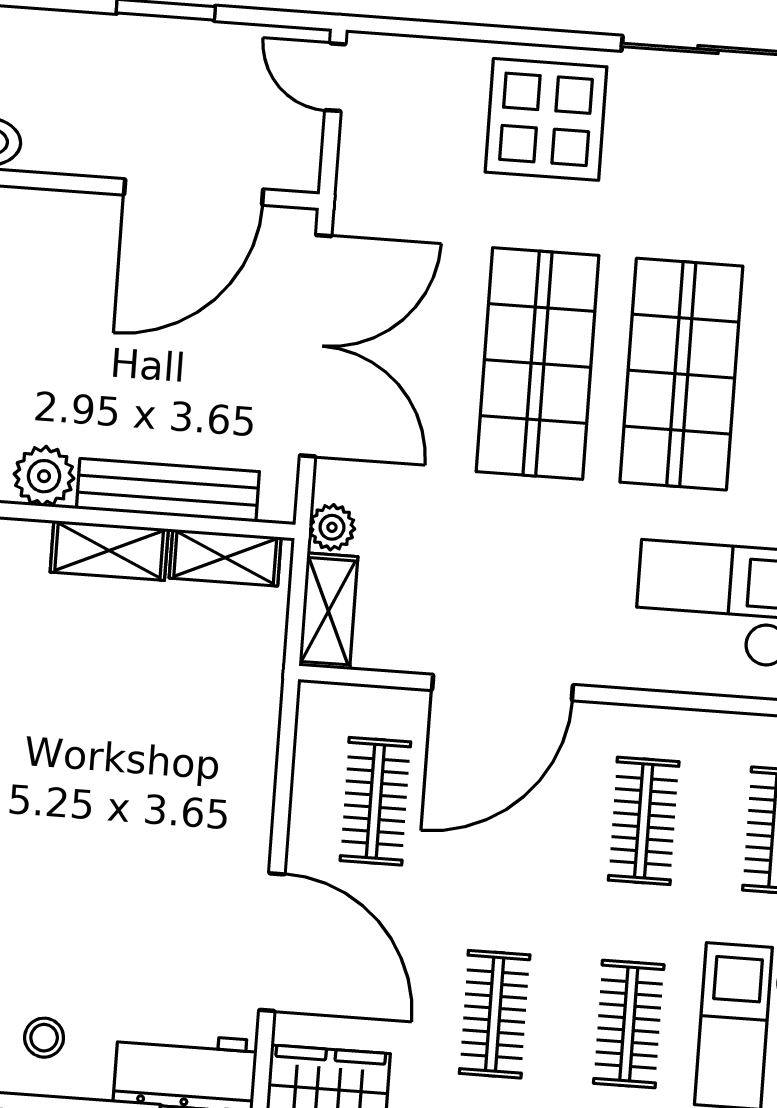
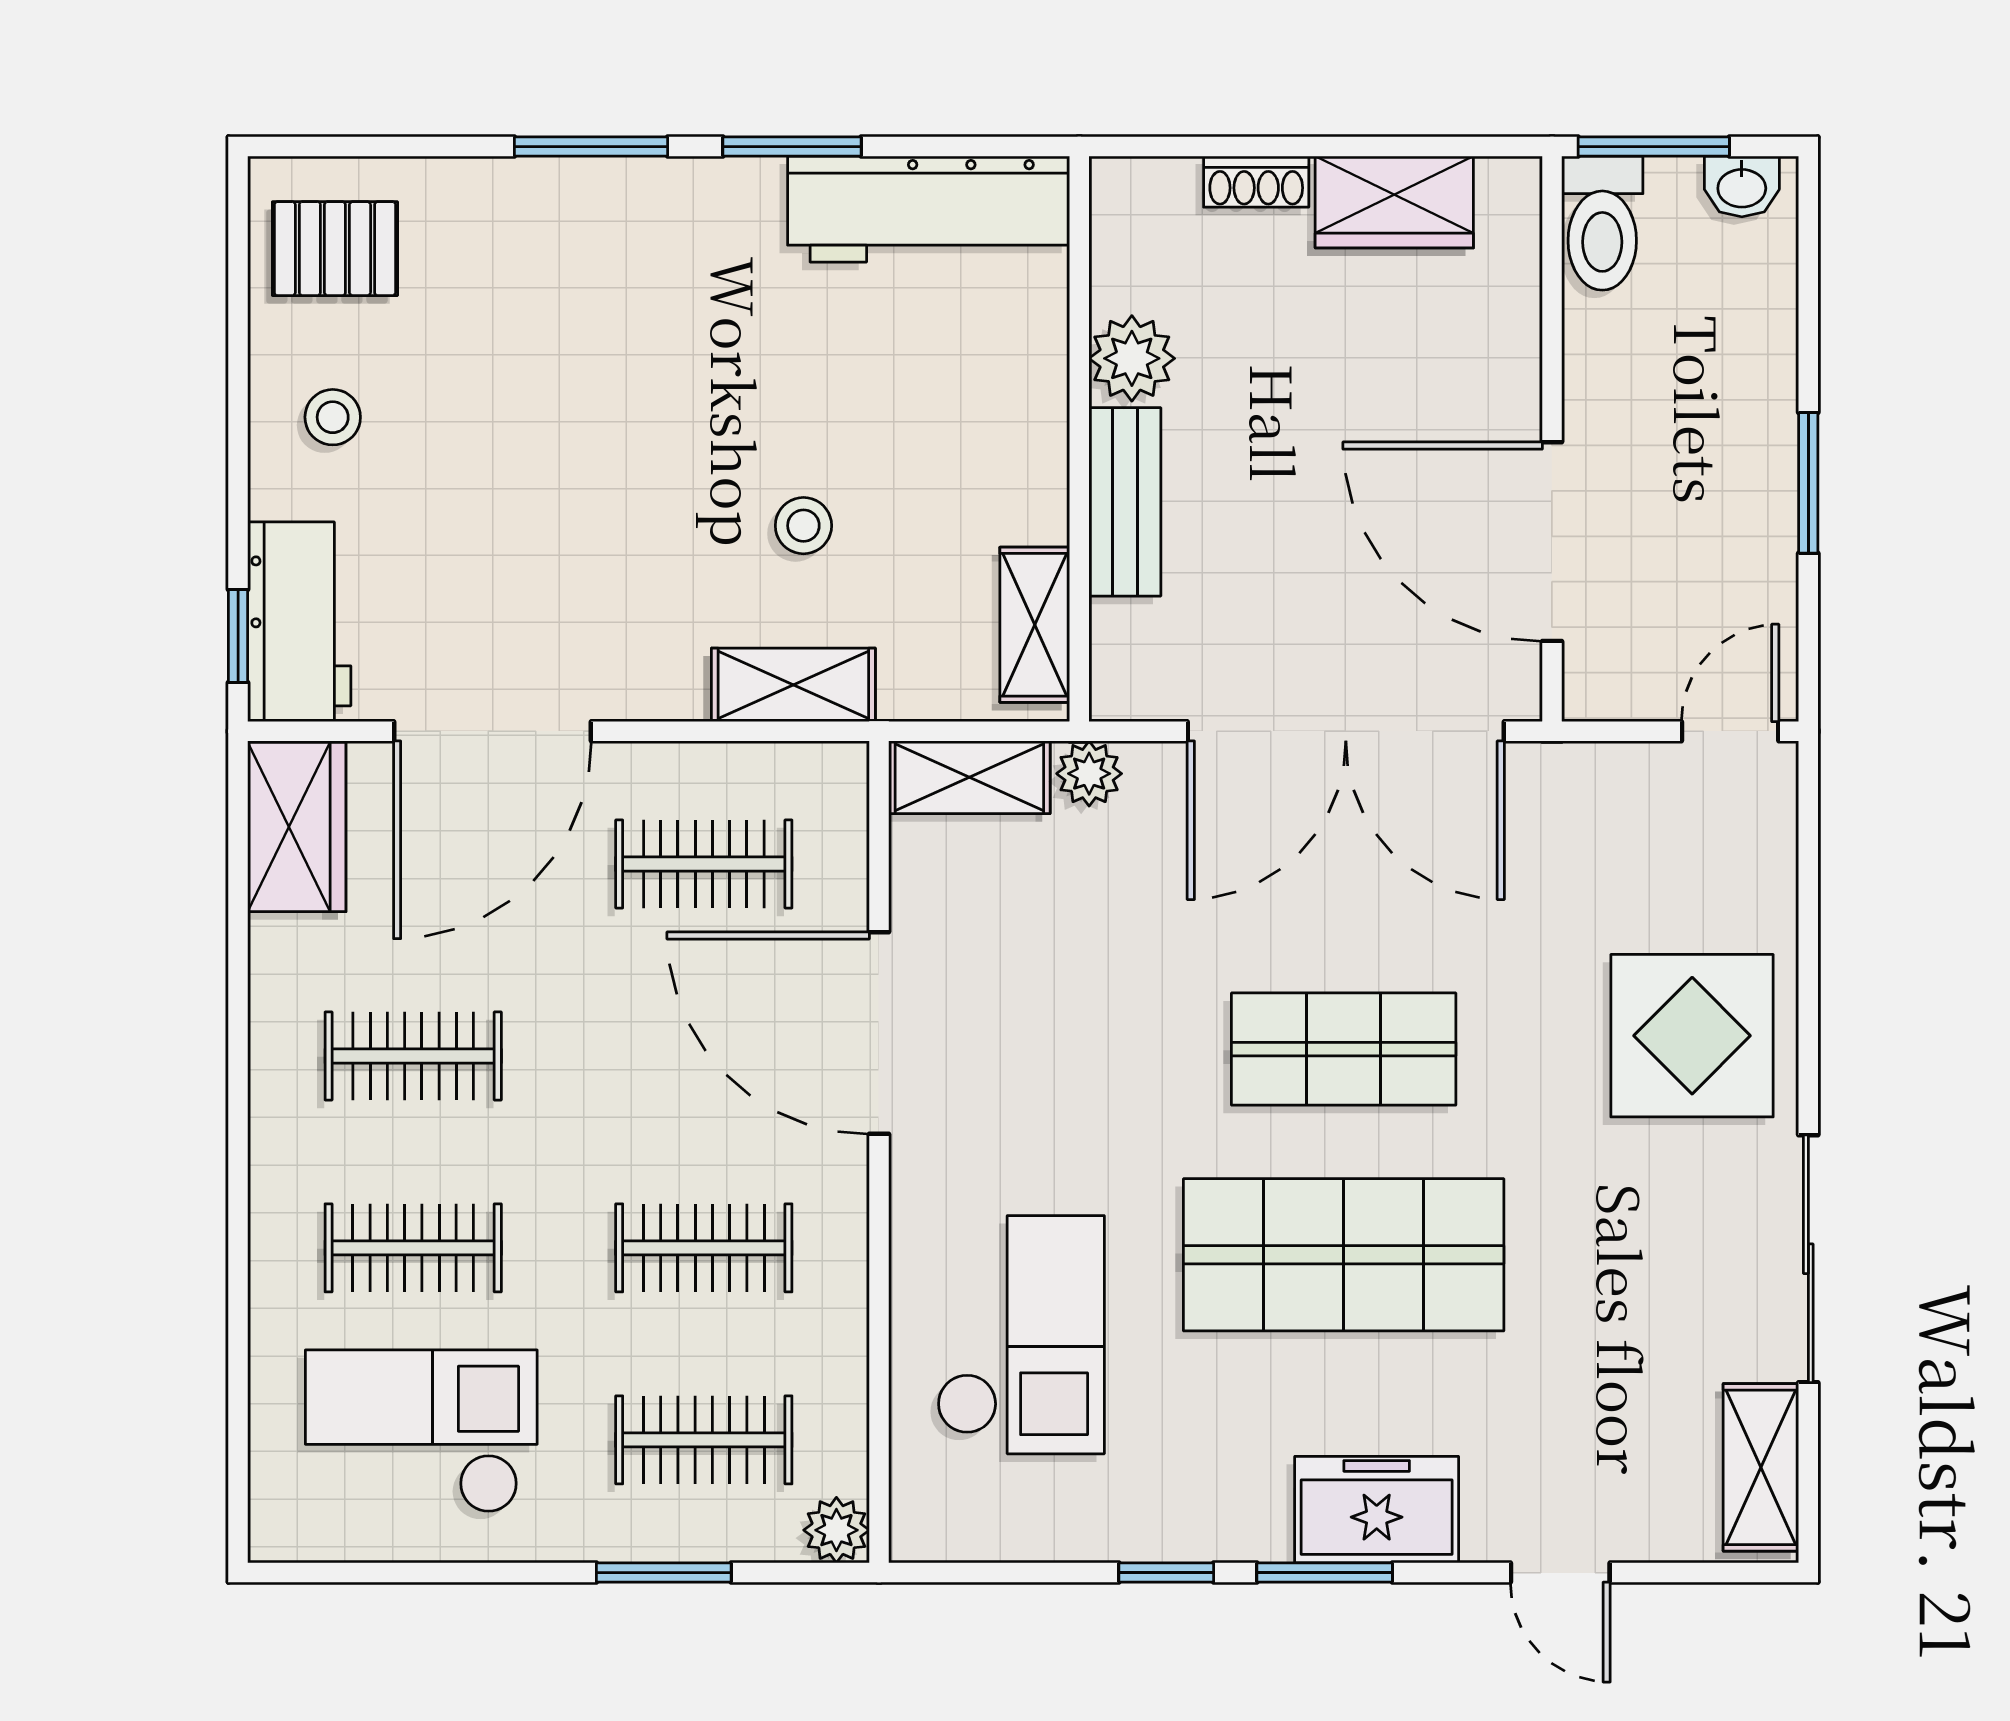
shop shelf: (538, 364) -> (1344, 1049), width x0.70, depth x0.74
bench: (168, 490) -> (1125, 502), width x0.73
shelving: (109, 551) -> (793, 685), moved, turned 90
stool: (144, 714) -> (803, 526), added

